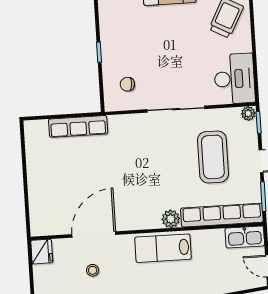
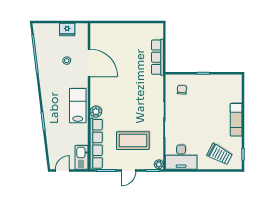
fridge: (42, 252) -> (67, 29), moved

